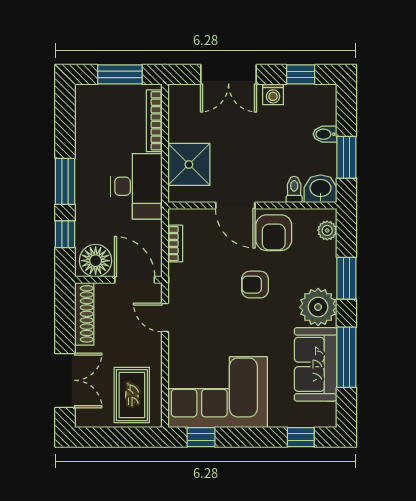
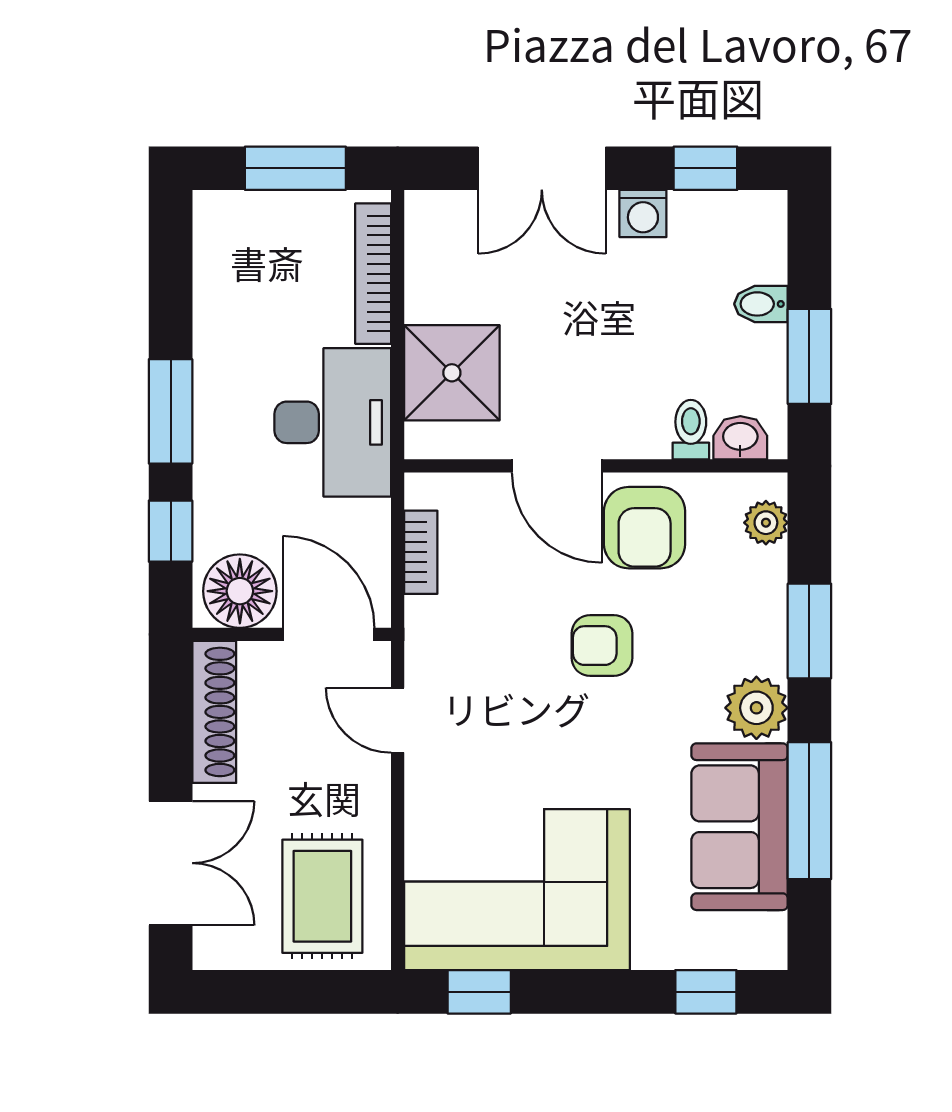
washbasin: (320, 189) -> (740, 438), width x0.72, depth x0.69
plant: (318, 307) -> (756, 708), width x0.73, depth x0.73

